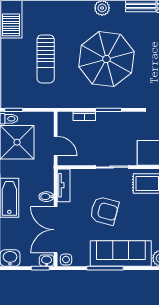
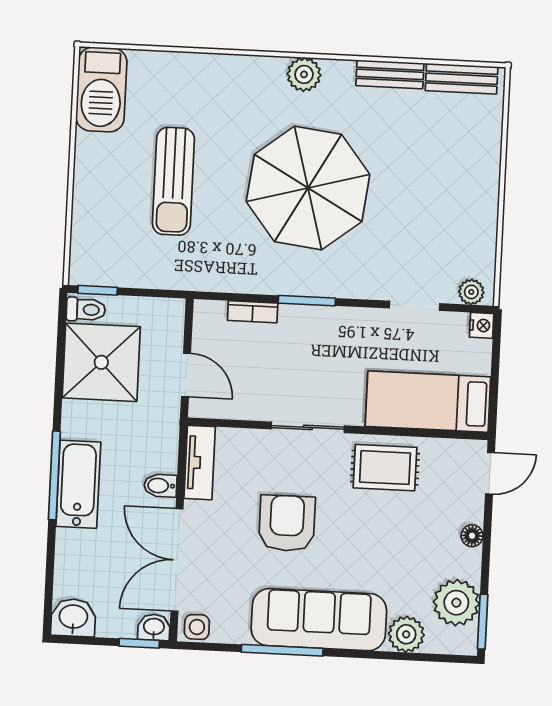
armchair: (104, 211) -> (287, 523), turned -105

